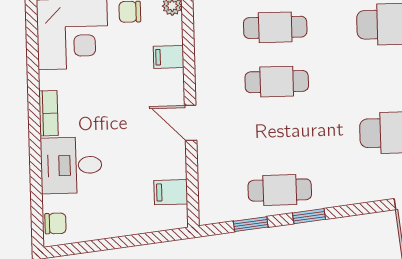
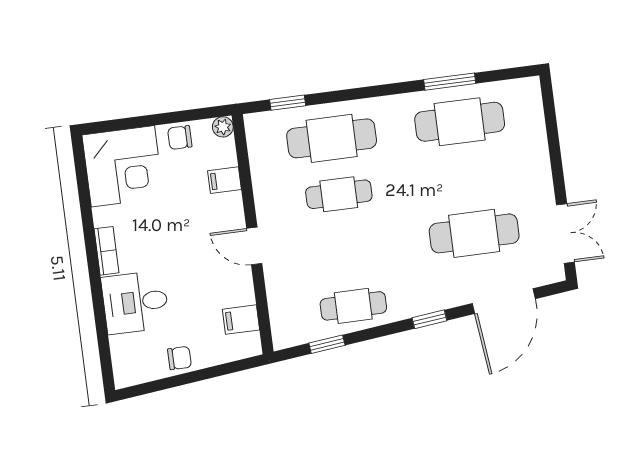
cafe table: (275, 27) -> (332, 138), width x1.37, depth x1.35
window: (309, 216) -> (429, 319), moved
chair: (55, 223) -> (179, 358), moved

